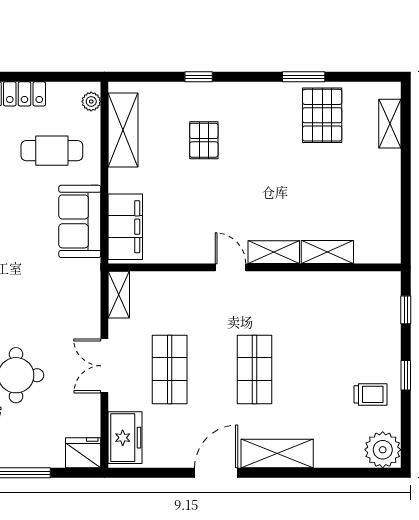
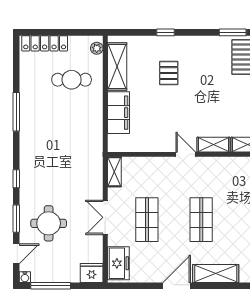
sofa: (80, 221) -> (89, 125), removed
filing cabinet: (125, 227) -> (118, 113), moved

